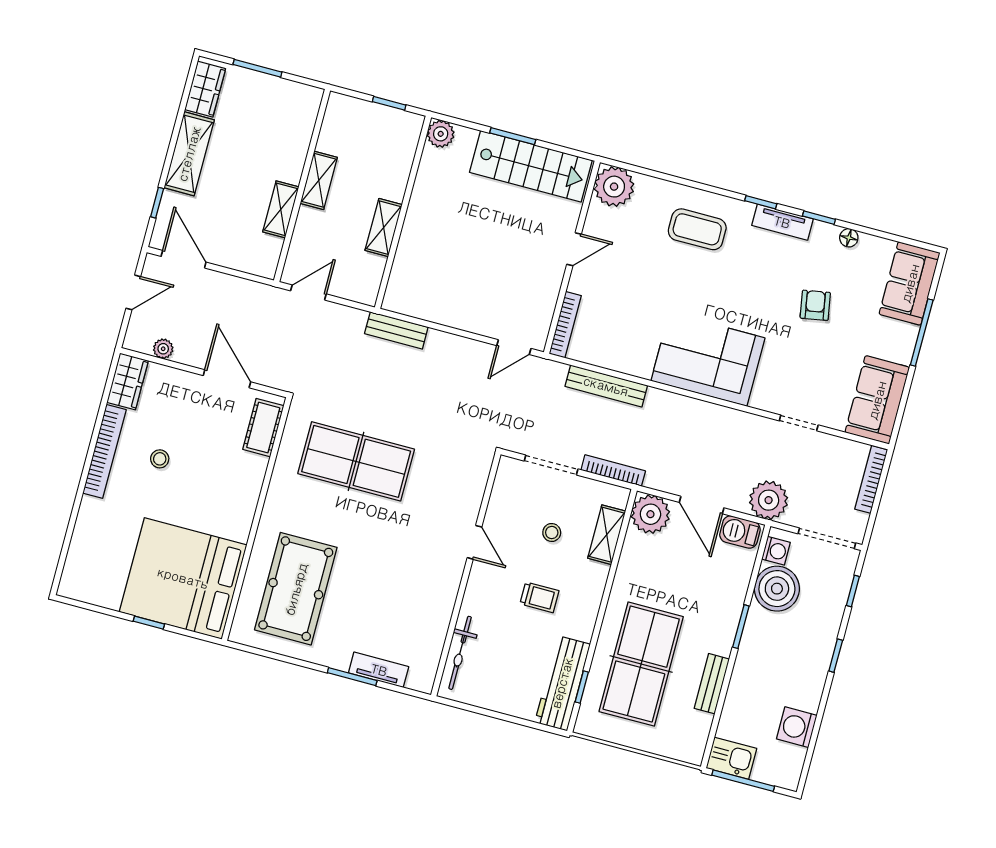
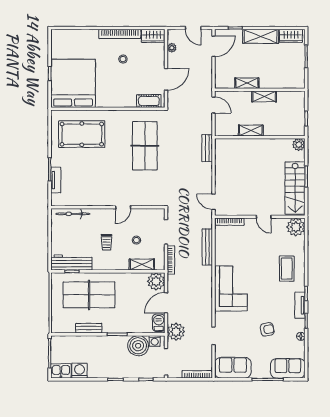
kitchen sink: (731, 758) -> (61, 371), moved, turned -90

